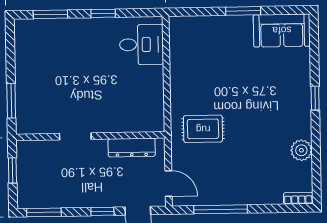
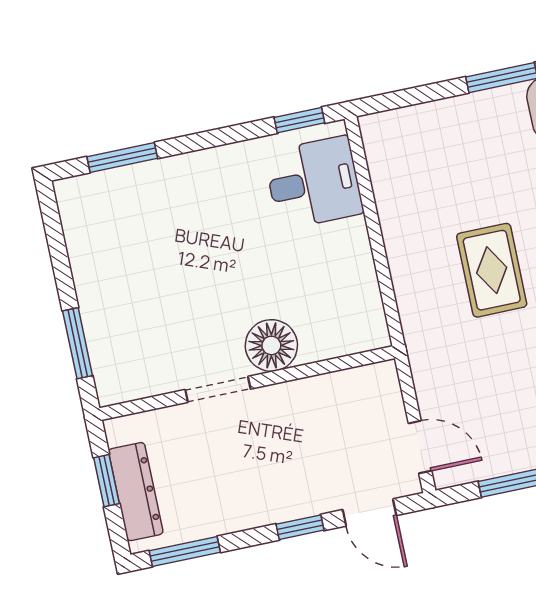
window: (103, 13) -> (299, 120), moved
floor lamp: (106, 120) -> (271, 345), added
rug: (203, 129) -> (492, 270), moved, turned 90
dresser: (132, 148) -> (136, 492), moved, turned -90

